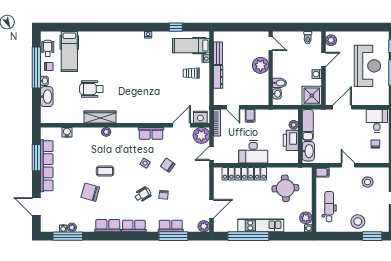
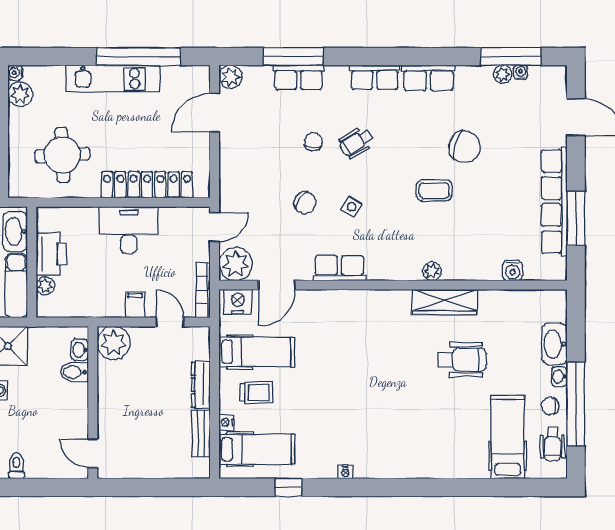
plant: (261, 65) -> (114, 343), moved
hospital bed: (191, 93) -> (257, 352), added

